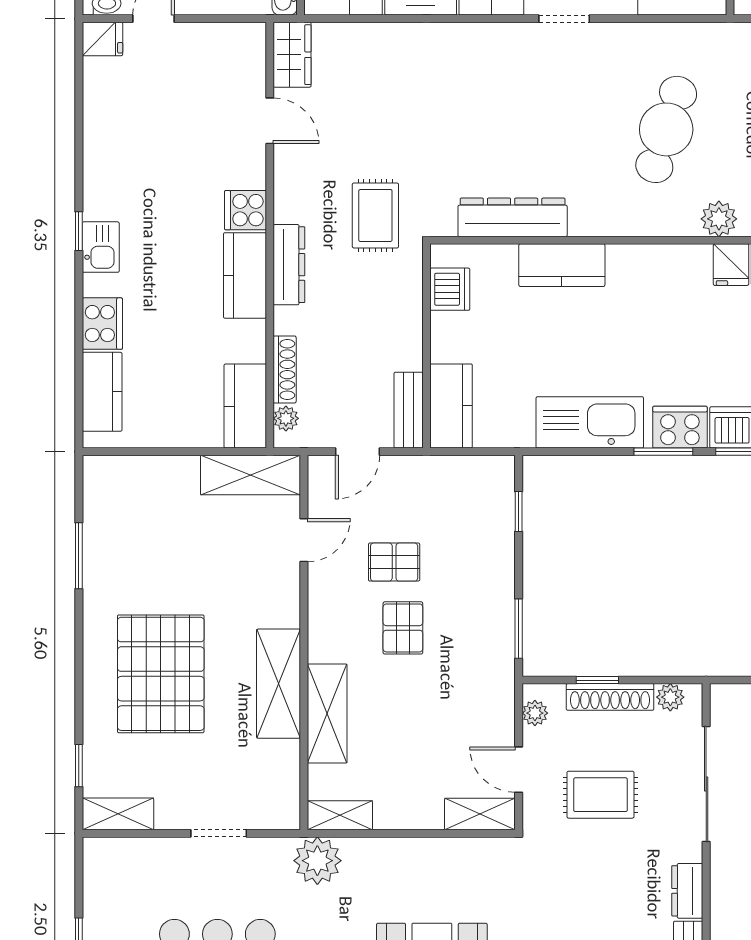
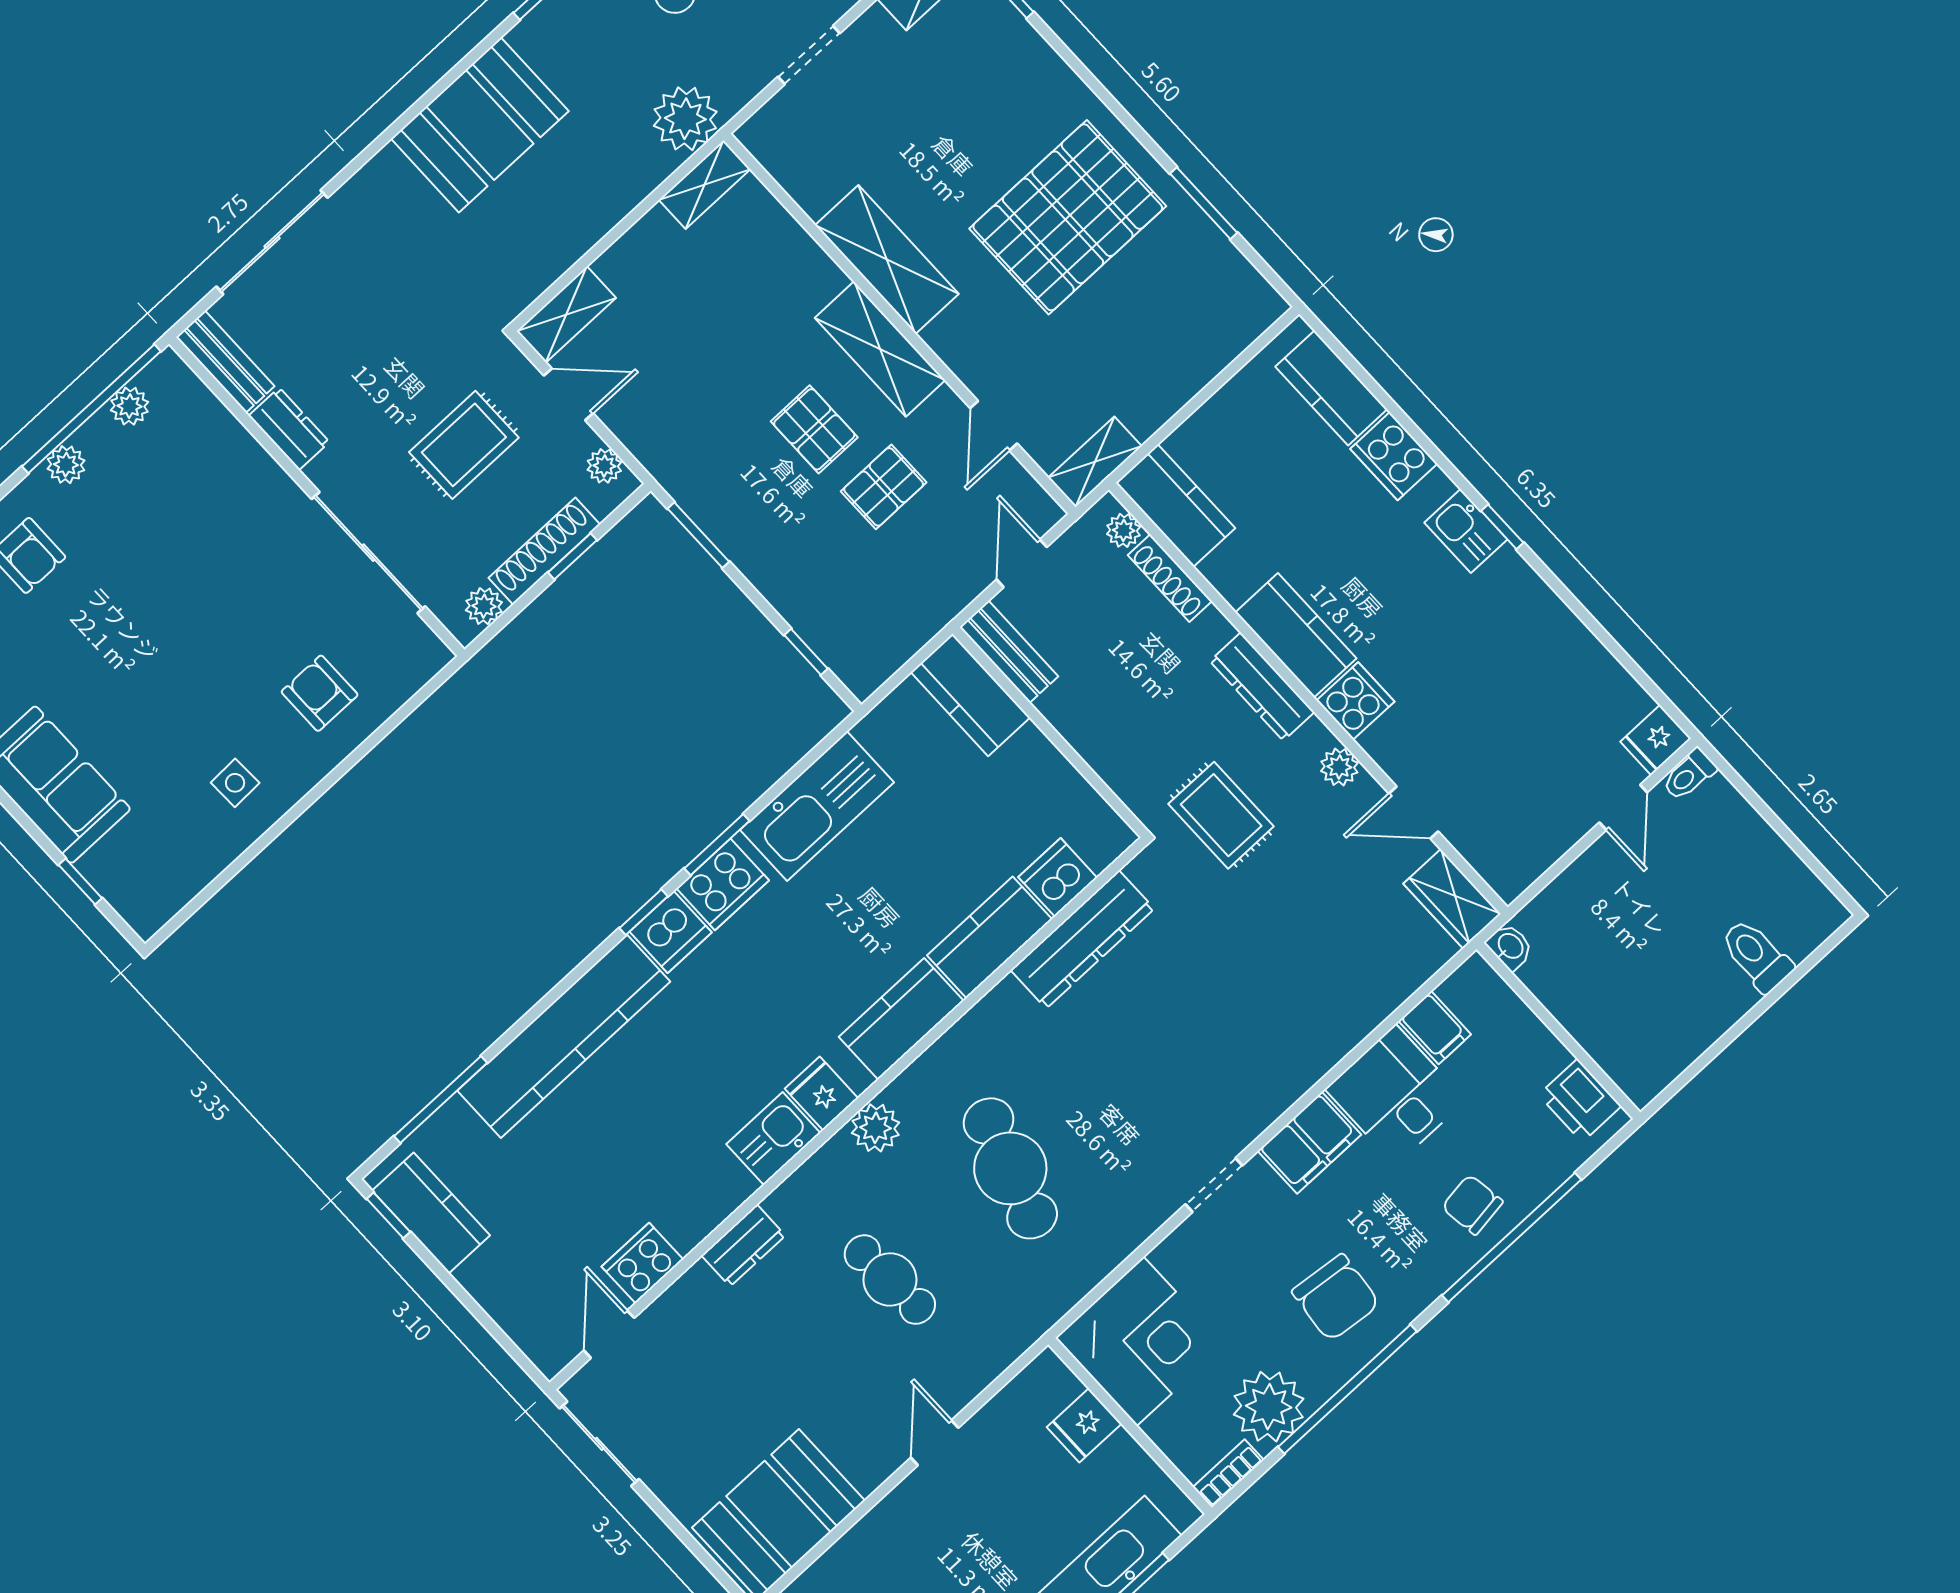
plant: (287, 182) -> (1339, 767), added
kitchen counter: (651, 265) -> (901, 1019), added
dishwasher: (450, 289) -> (1058, 877), moved, turned 90
shelving: (250, 475) -> (1095, 462), width x0.67, depth x0.75
pallet: (161, 674) -> (1068, 217), moved, turned 90
shelving: (327, 714) -> (880, 349), moved

